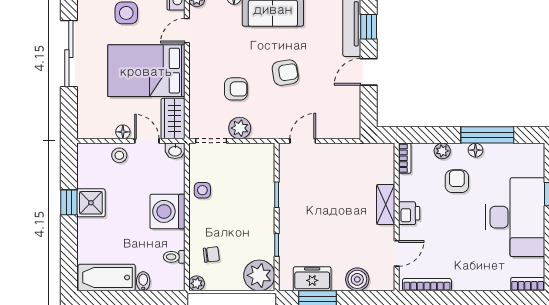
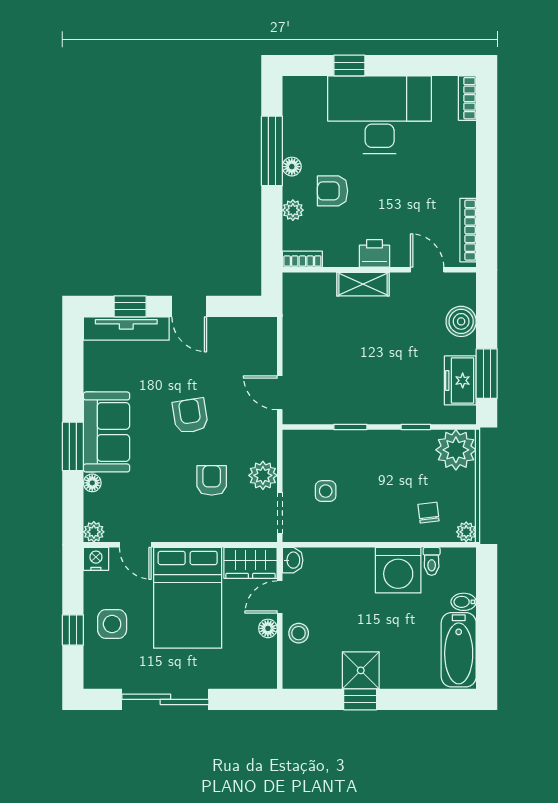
side table: (202, 190) -> (326, 491), moved
washing machine: (167, 211) -> (398, 570), moved

